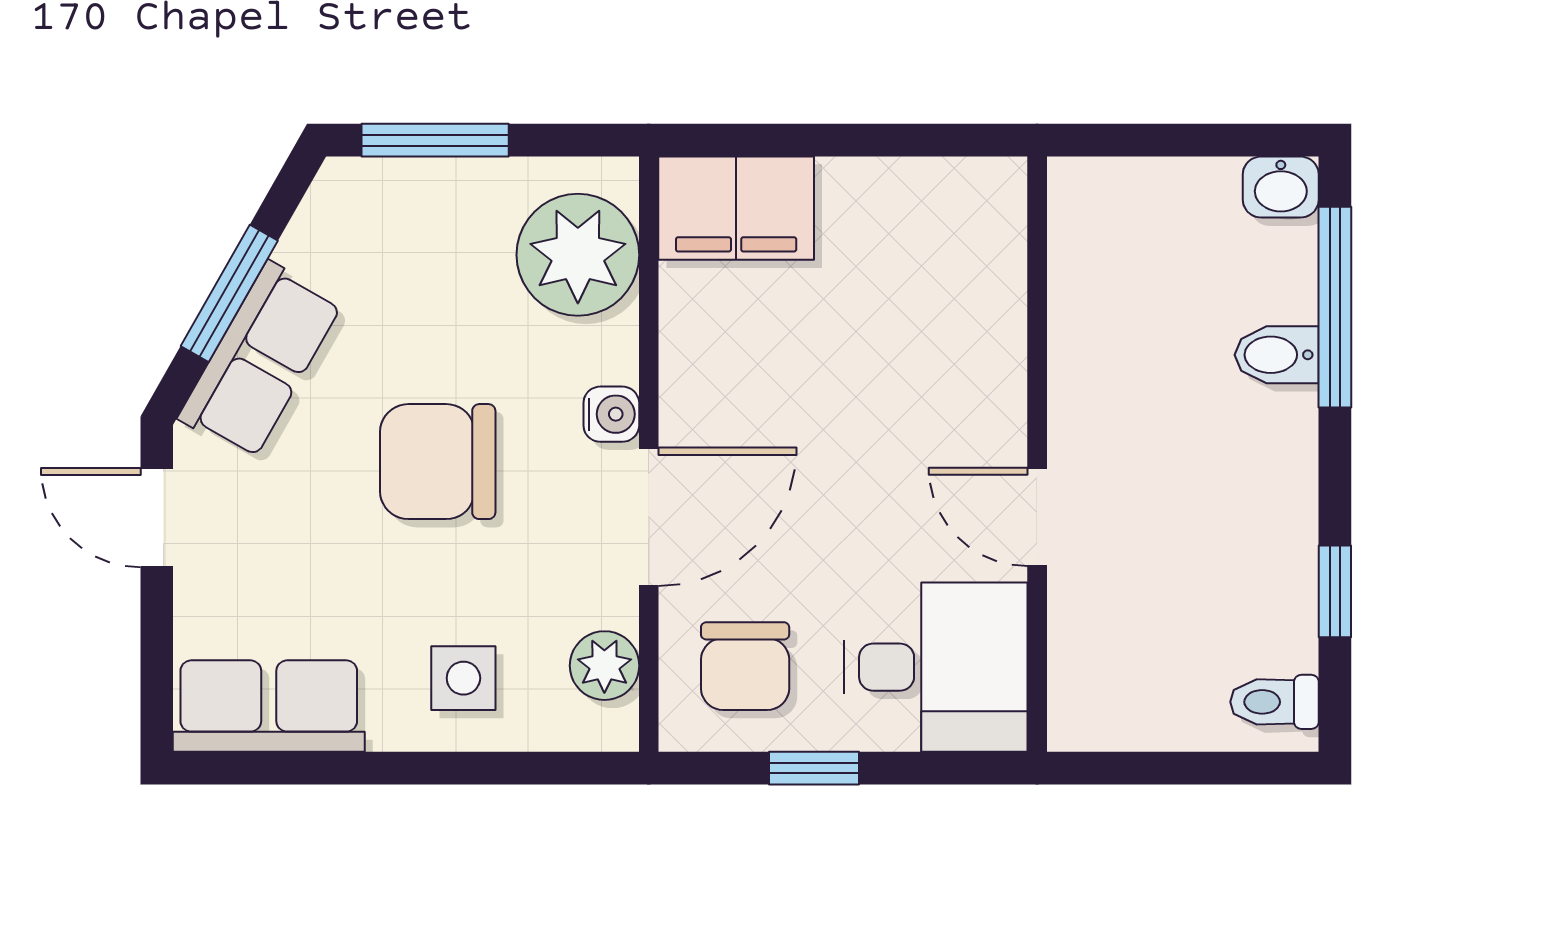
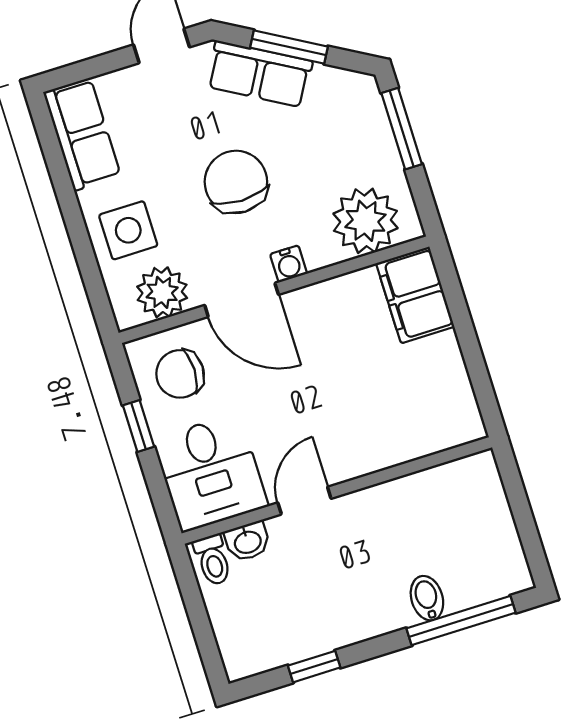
washbasin: (1281, 187) -> (248, 541), moved, turned -90
plant: (604, 666) -> (162, 292), width x1.38, depth x1.38
side table: (463, 678) -> (128, 230), width x1.37, depth x1.37
toilet: (1274, 702) -> (213, 560), moved, turned 180

